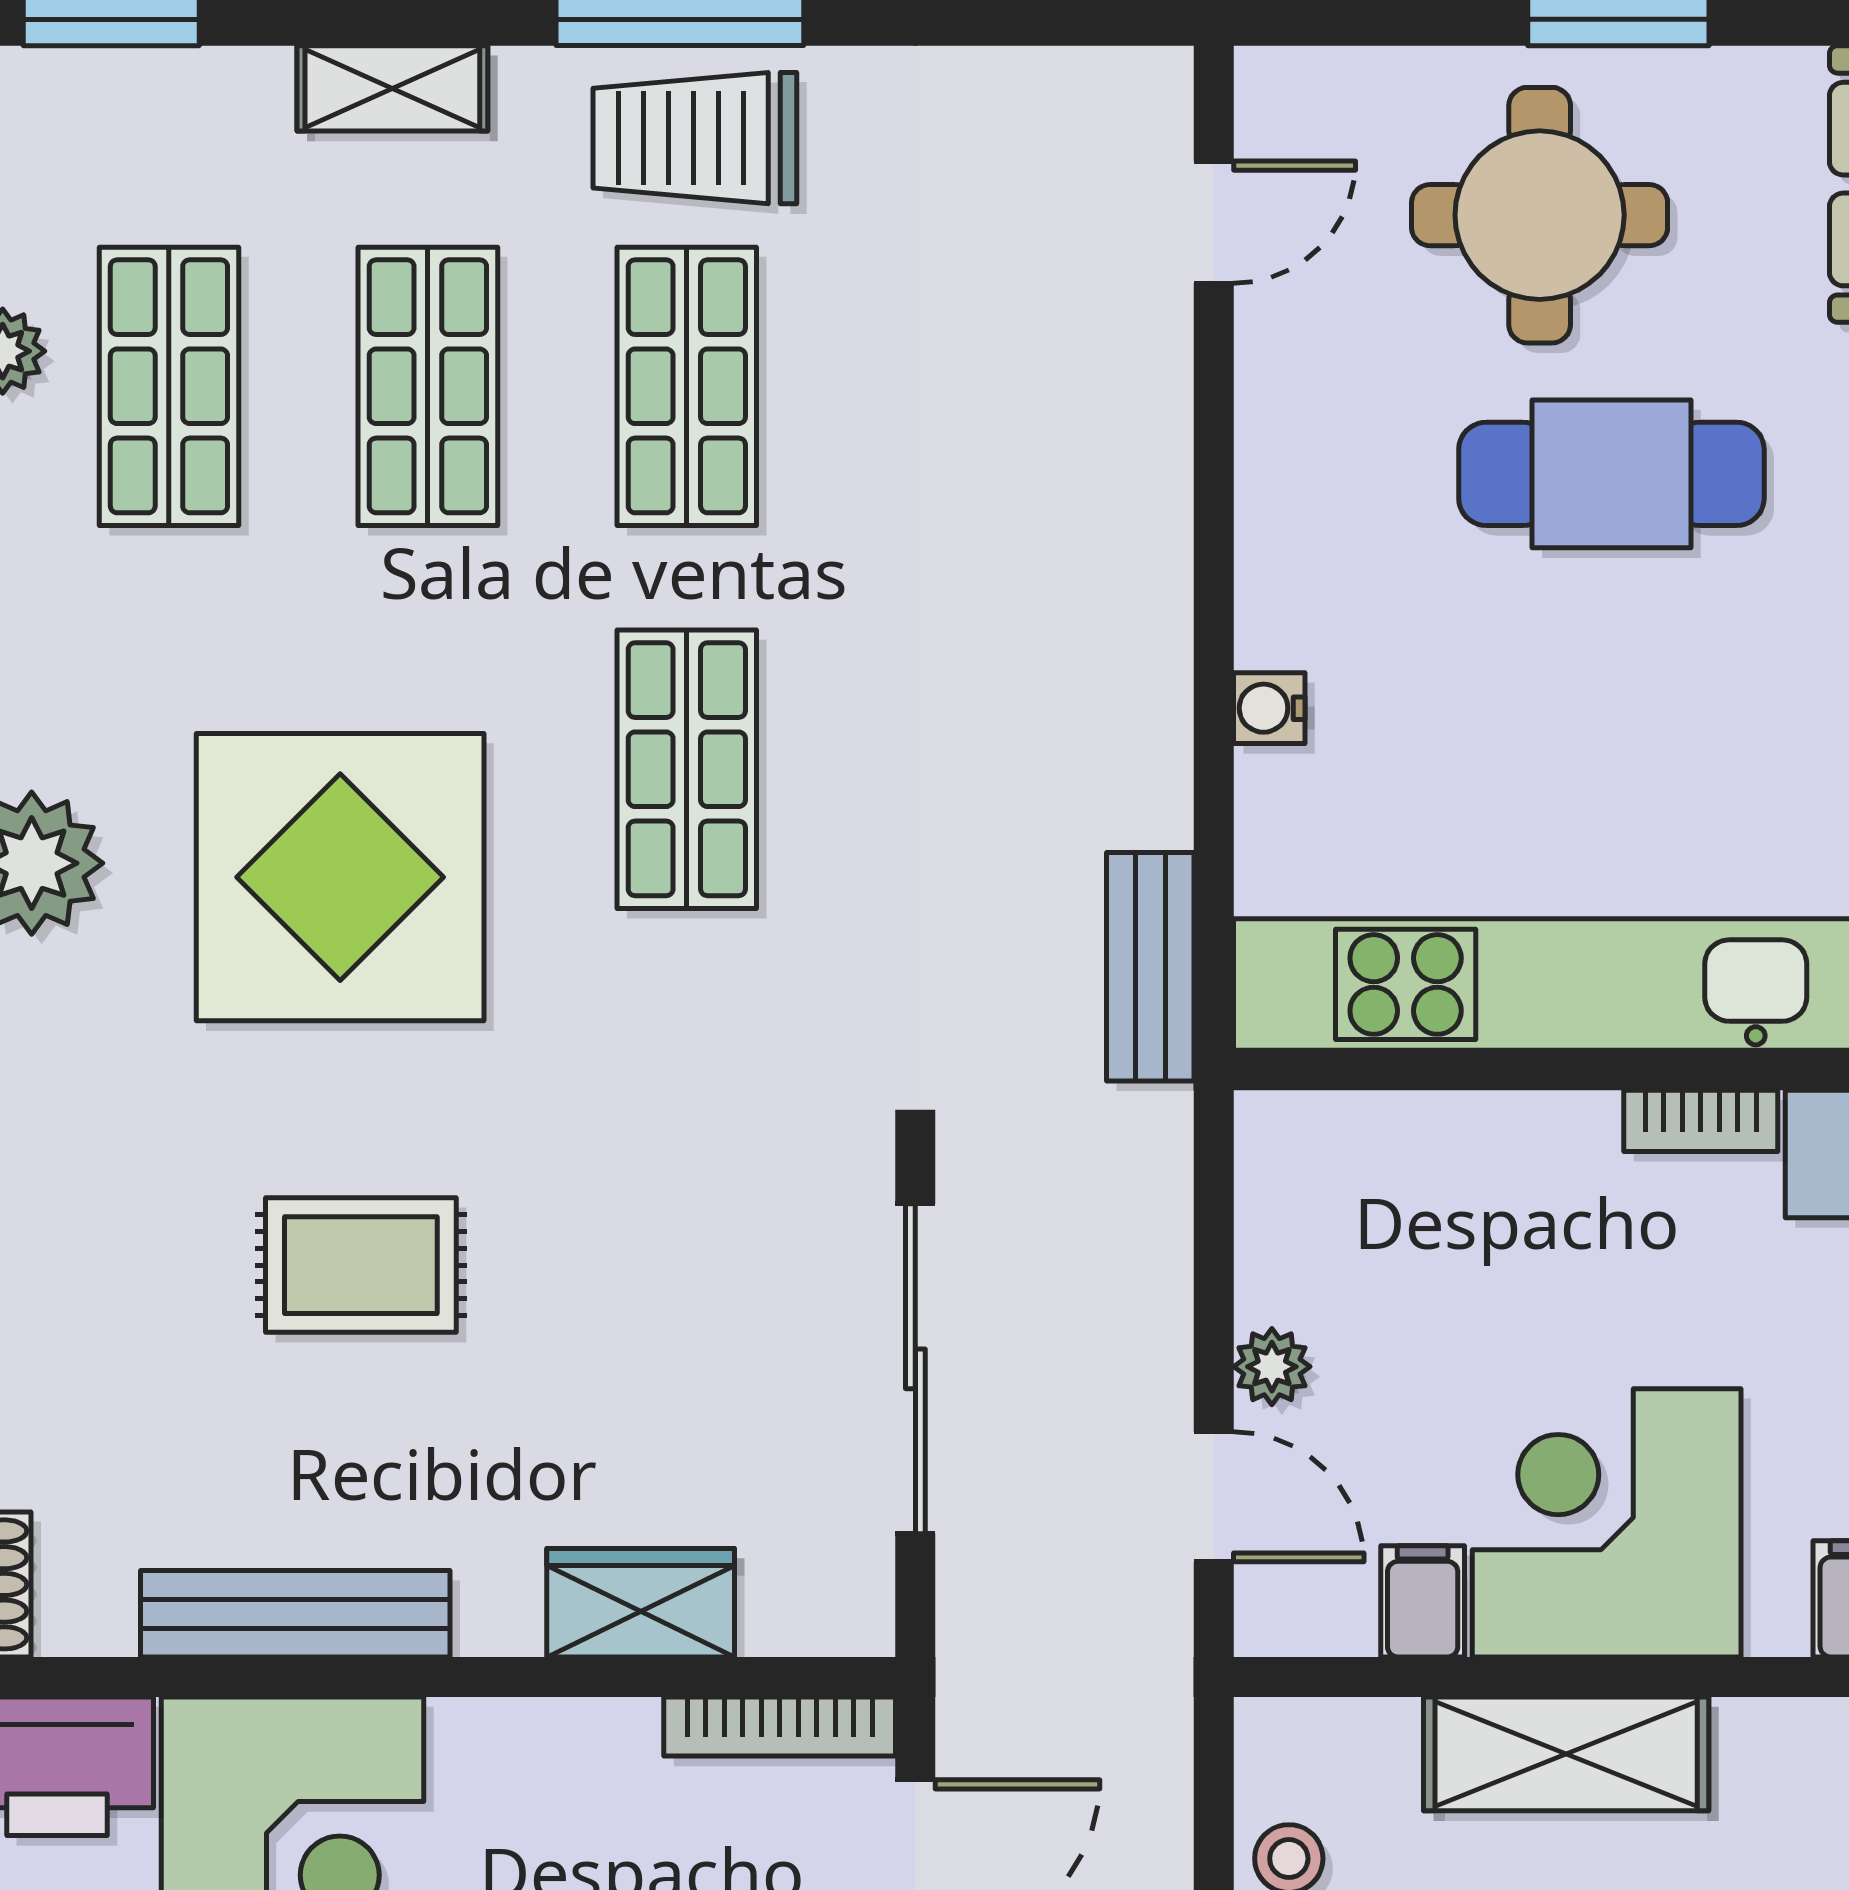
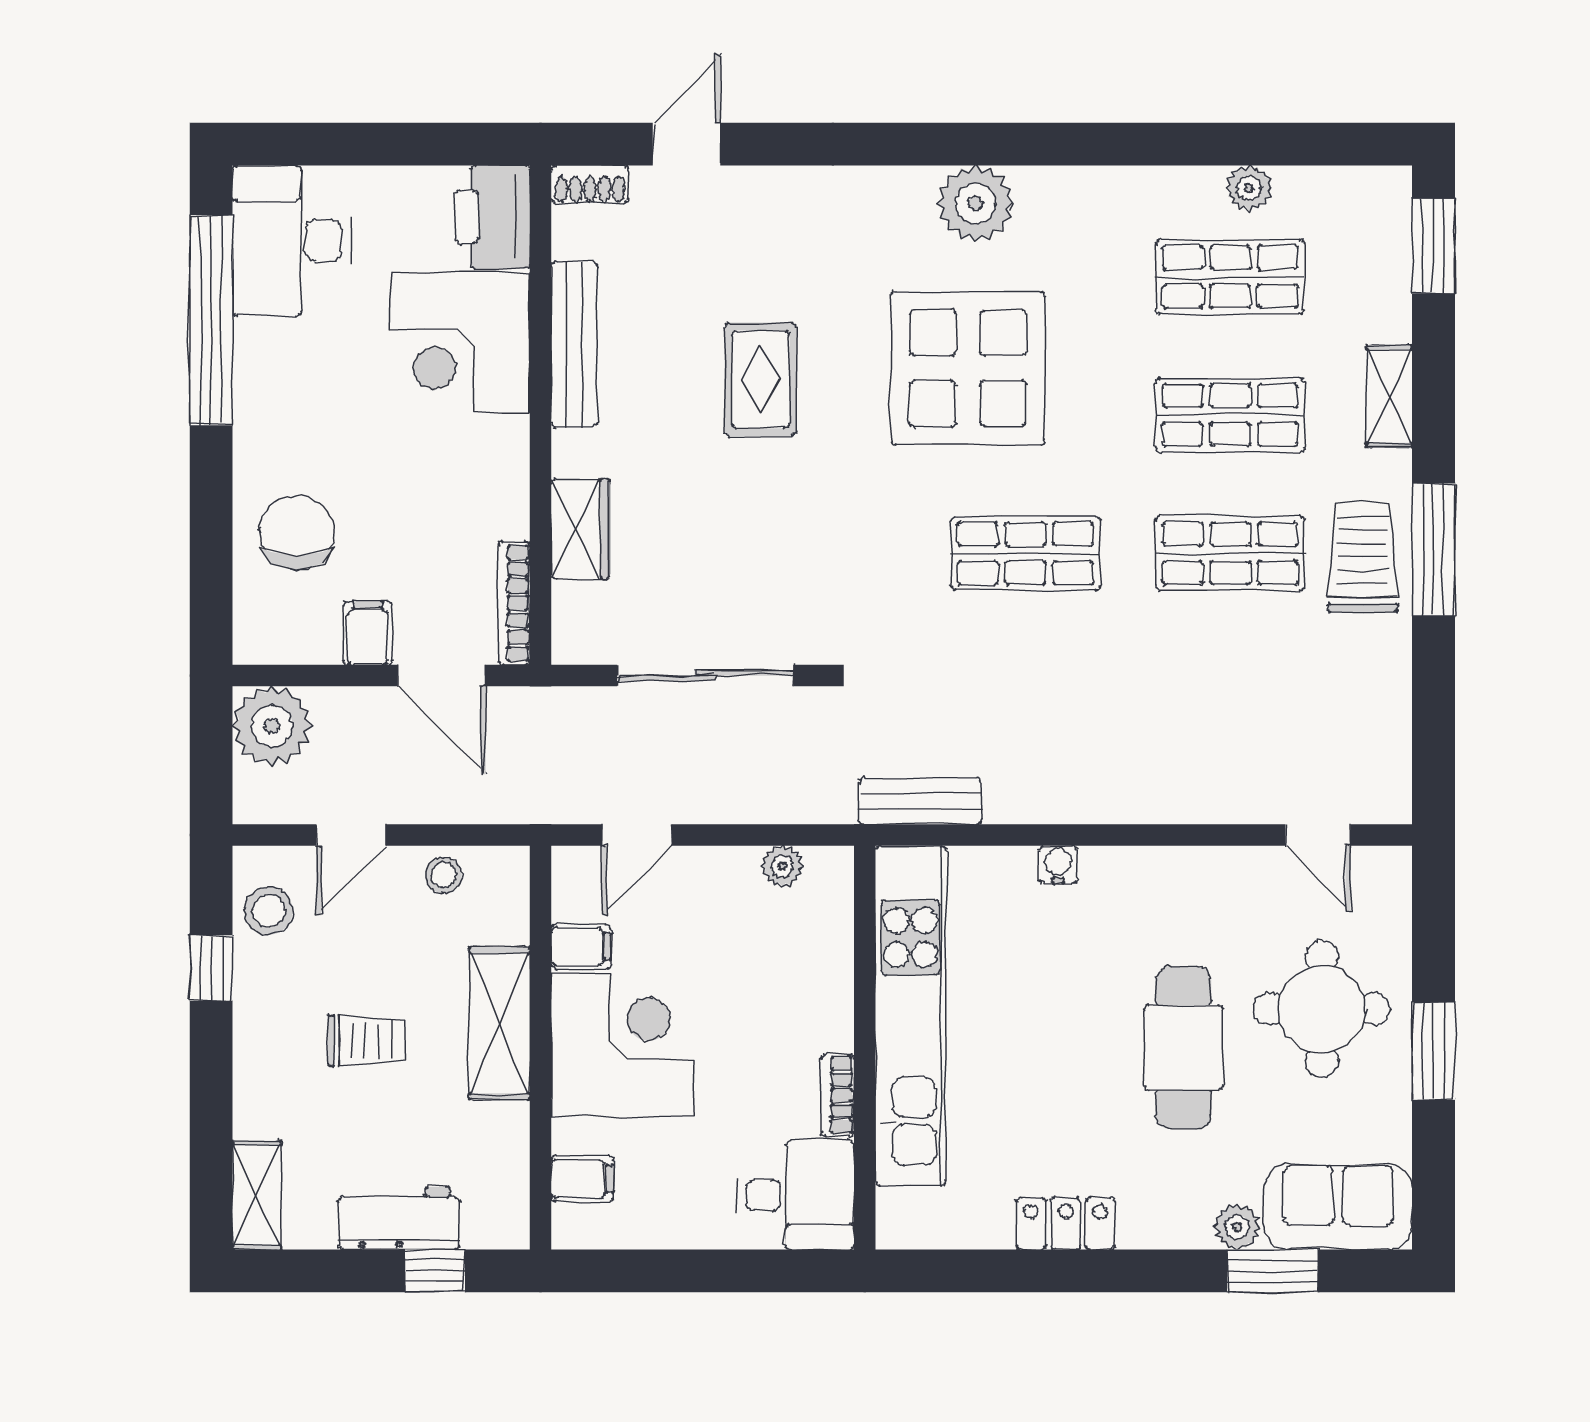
plant: (1272, 1367) -> (782, 866), moved

